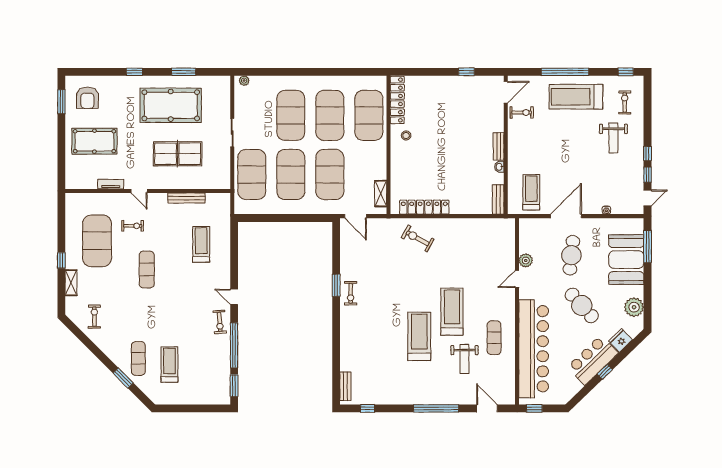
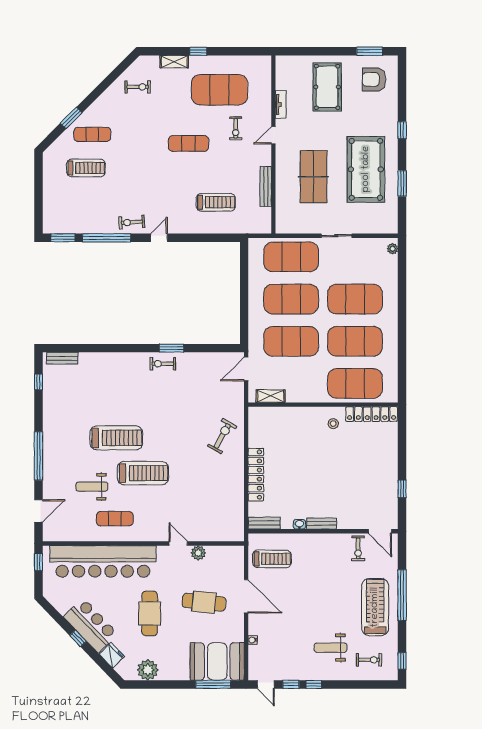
locker: (424, 207) -> (256, 475), moved
booth: (626, 260) -> (217, 661), moved
cafe table: (582, 305) -> (150, 613), turned -48

